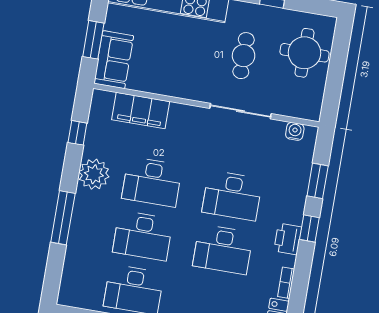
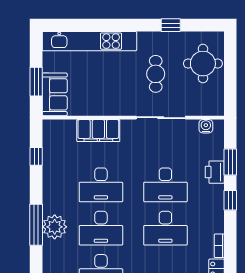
filing cabinet: (141, 111) -> (98, 131), moved
plant: (94, 174) -> (55, 227), moved
printer: (288, 239) -> (215, 172), moved

